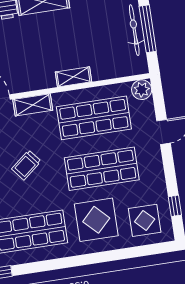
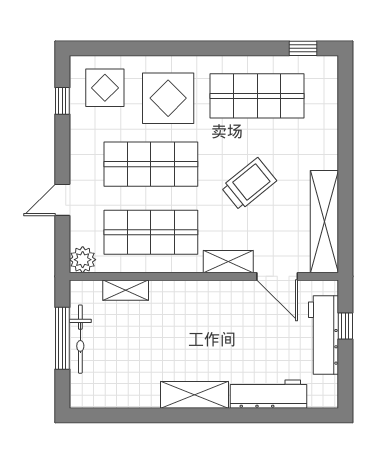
shelving: (73, 77) -> (126, 290), moved
trolley: (26, 165) -> (249, 184), width x1.36, depth x1.39

